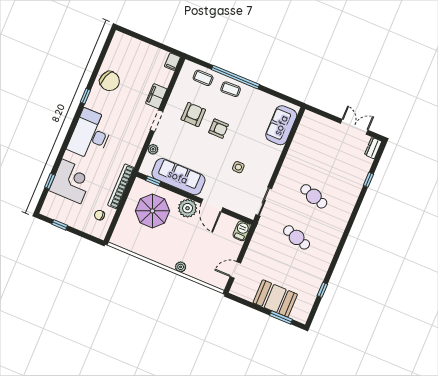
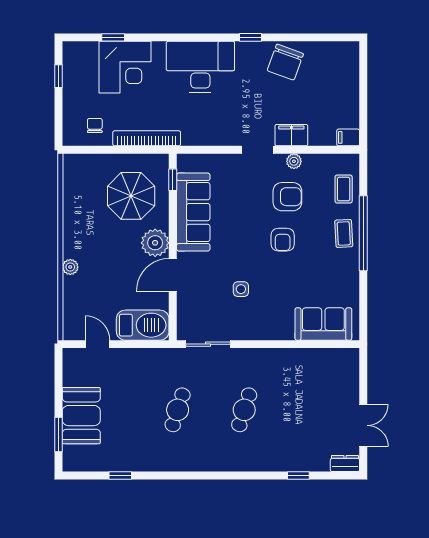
plant: (153, 149) -> (294, 161), moved
barbecue: (242, 231) -> (143, 325), width x1.88, depth x1.53

